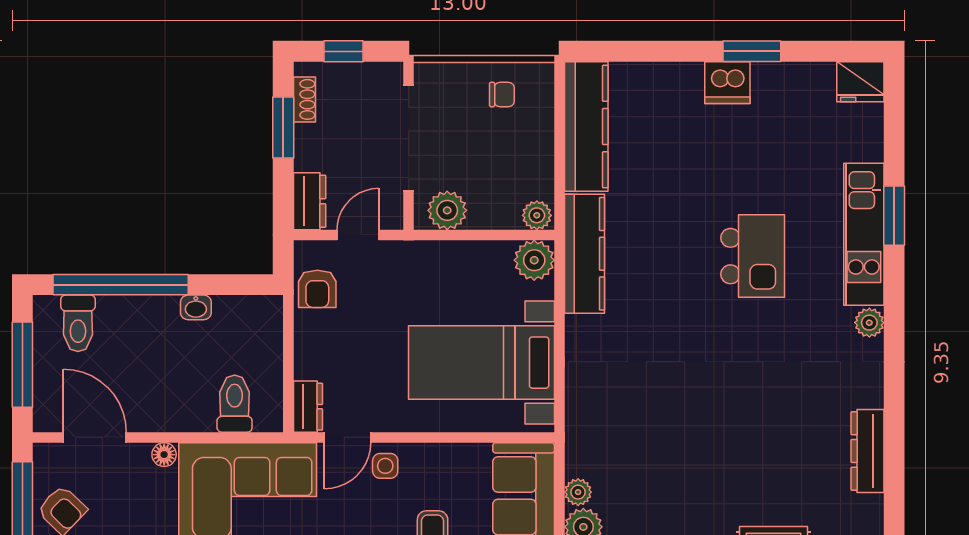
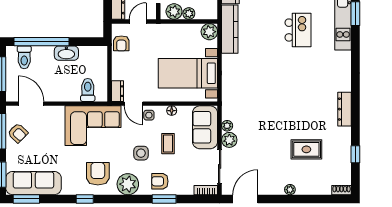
plant: (537, 215) -> (189, 13), moved
washbasin: (196, 307) -> (66, 53), width x1.91, depth x1.45
plant: (869, 323) -> (345, 57), removed
door: (347, 437) -> (134, 104), hinge flipped
floor lamp: (164, 455) -> (172, 111), moved

